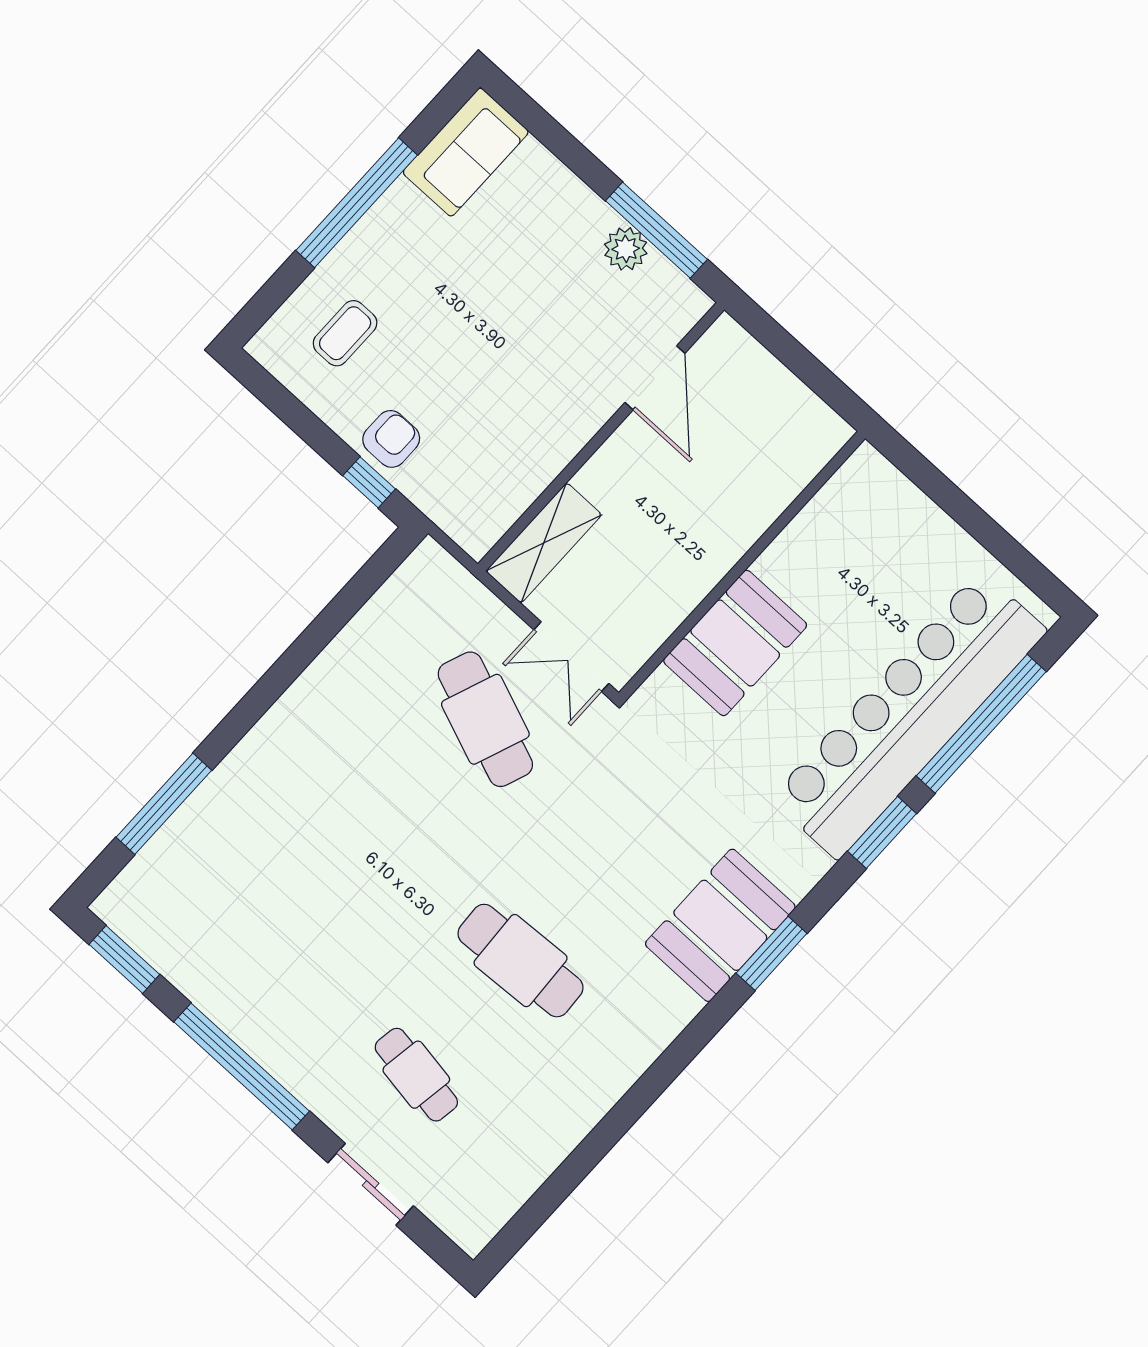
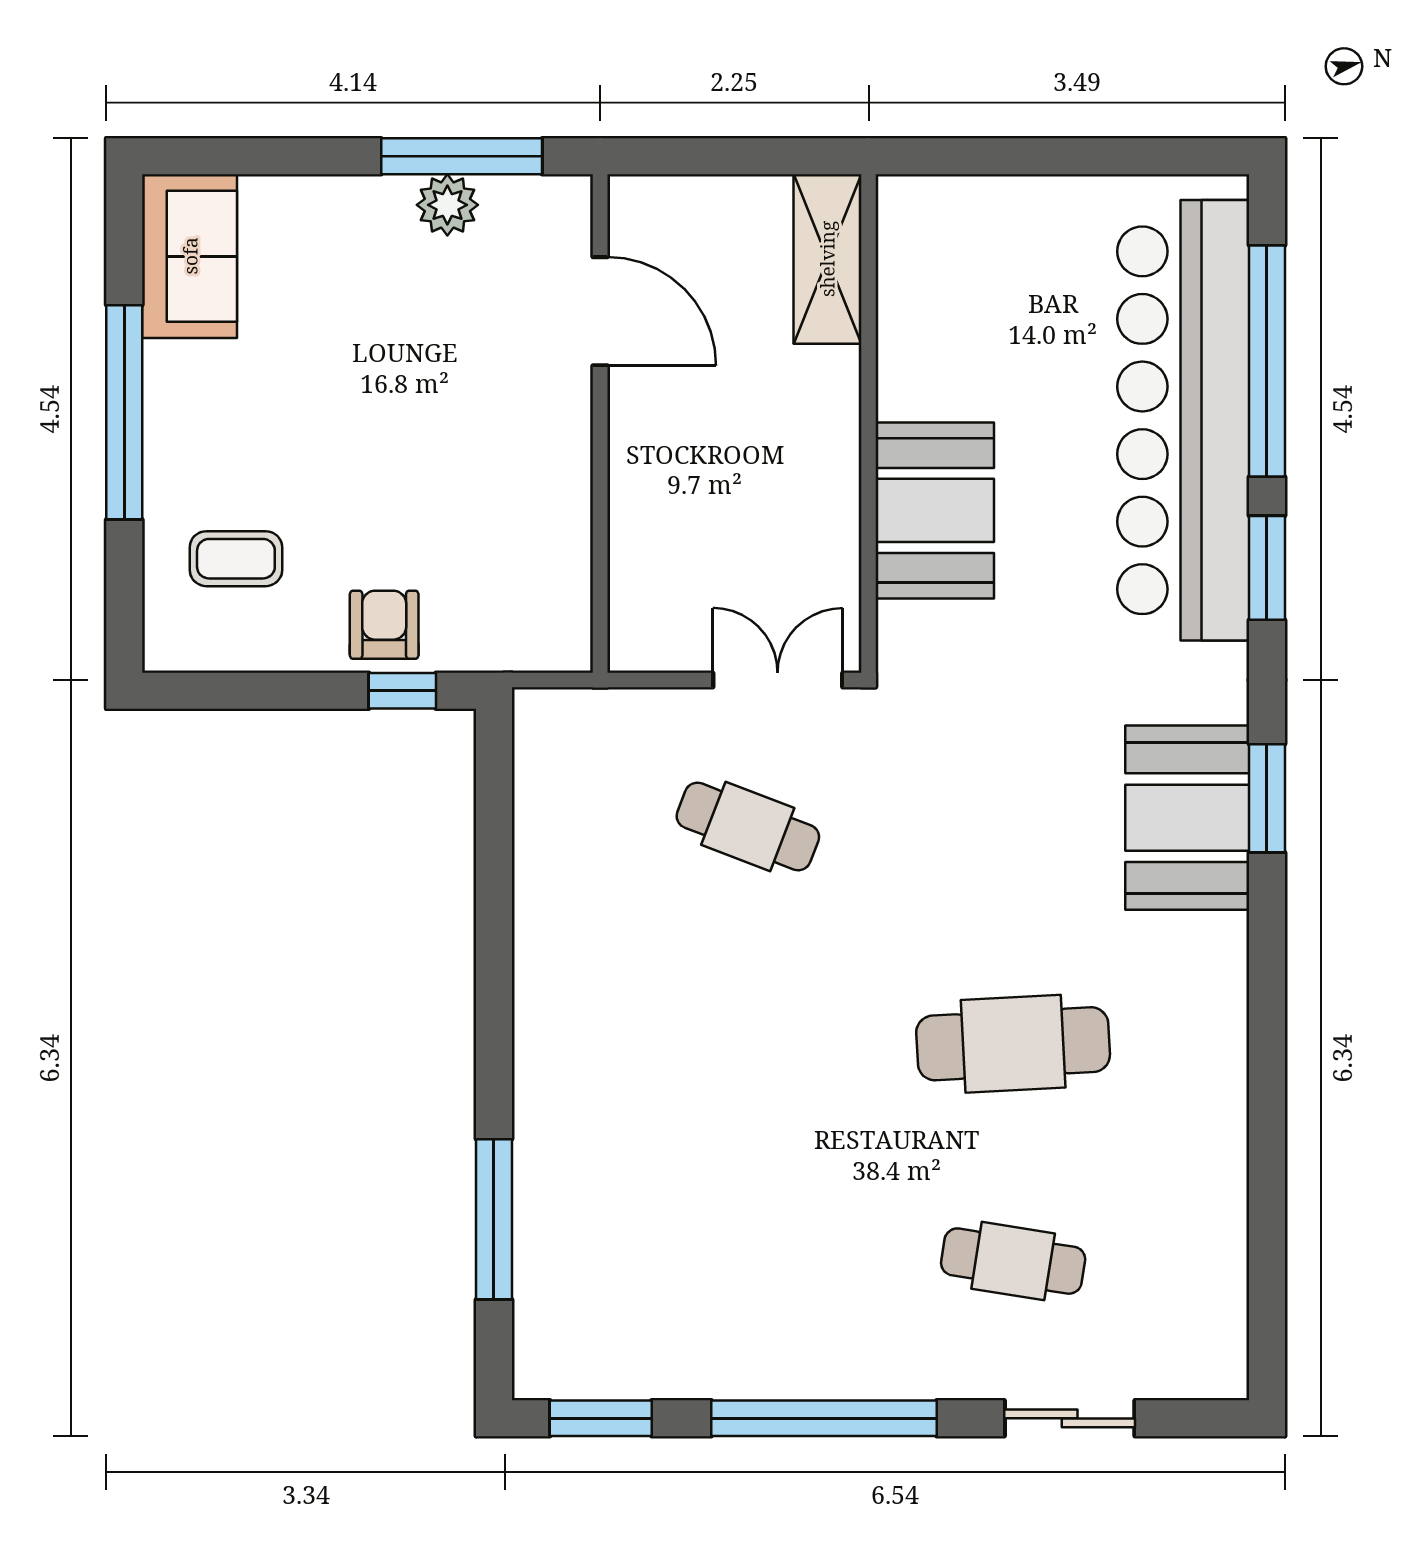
coffee table: (345, 333) -> (236, 559), turned 90
shelving: (544, 543) -> (827, 259), moved
double door: (571, 657) -> (778, 680), swing flipped
cafe table: (485, 719) -> (748, 826), width x0.73, depth x0.74

